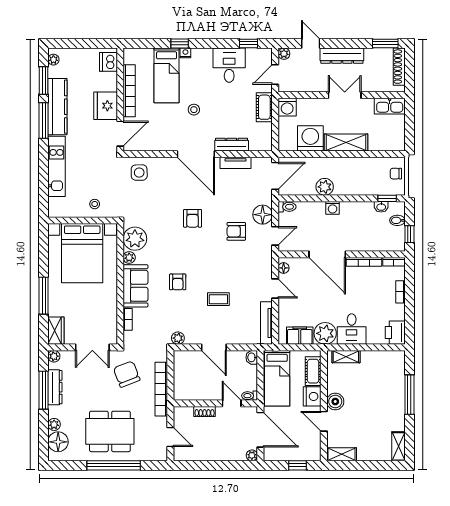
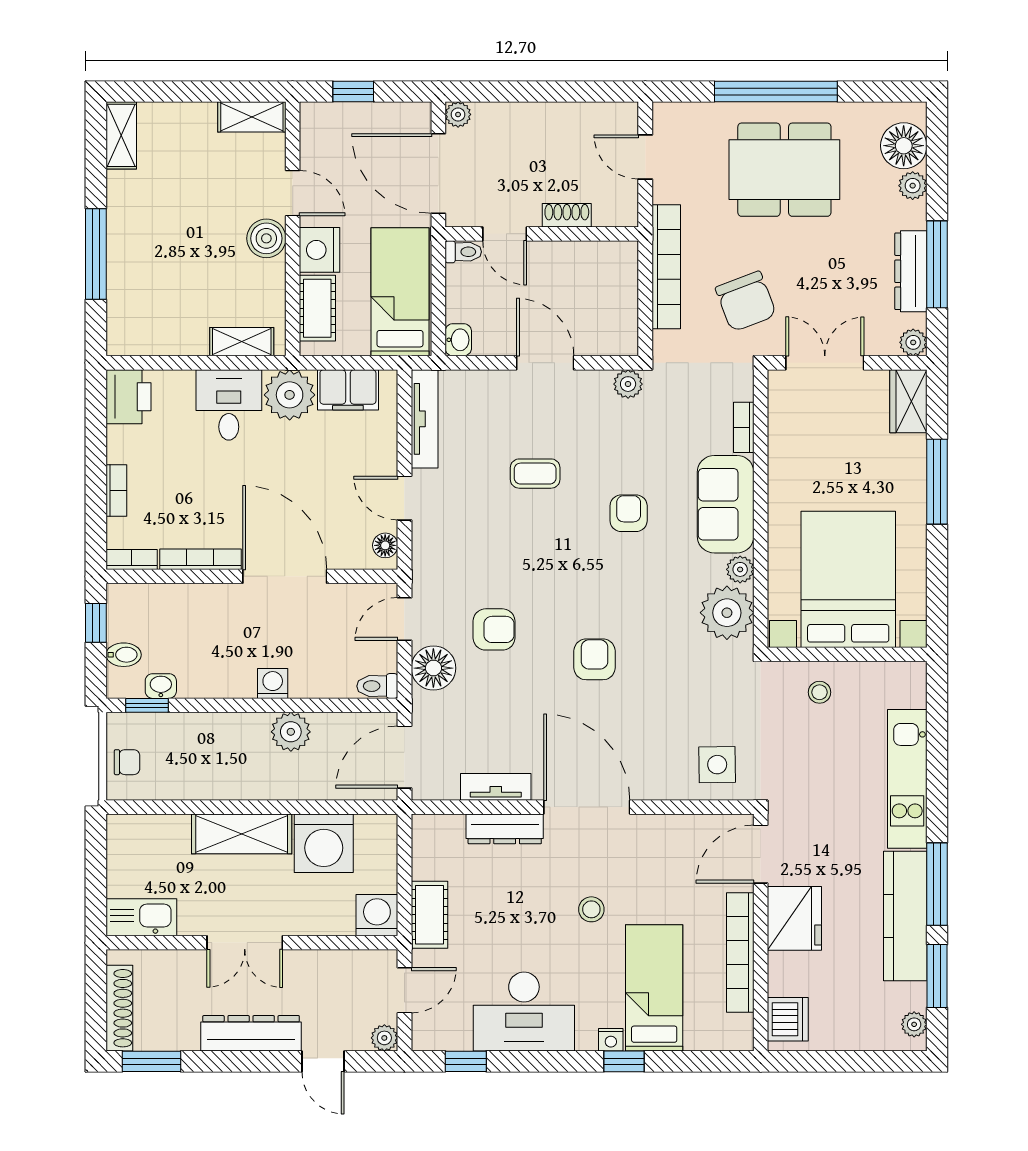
desk: (229, 65) -> (524, 1012), width x1.37

